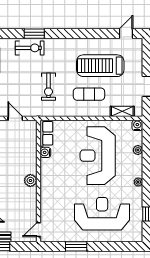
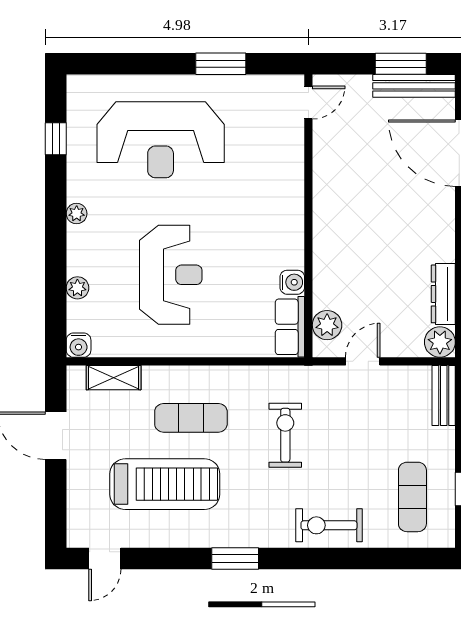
window: (34, 34) -> (235, 559), moved
door: (15, 118) -> (363, 361), swing flipped
reception desk: (98, 156) -> (171, 275), width x0.74, depth x0.77
plant: (30, 180) -> (327, 325), moved

